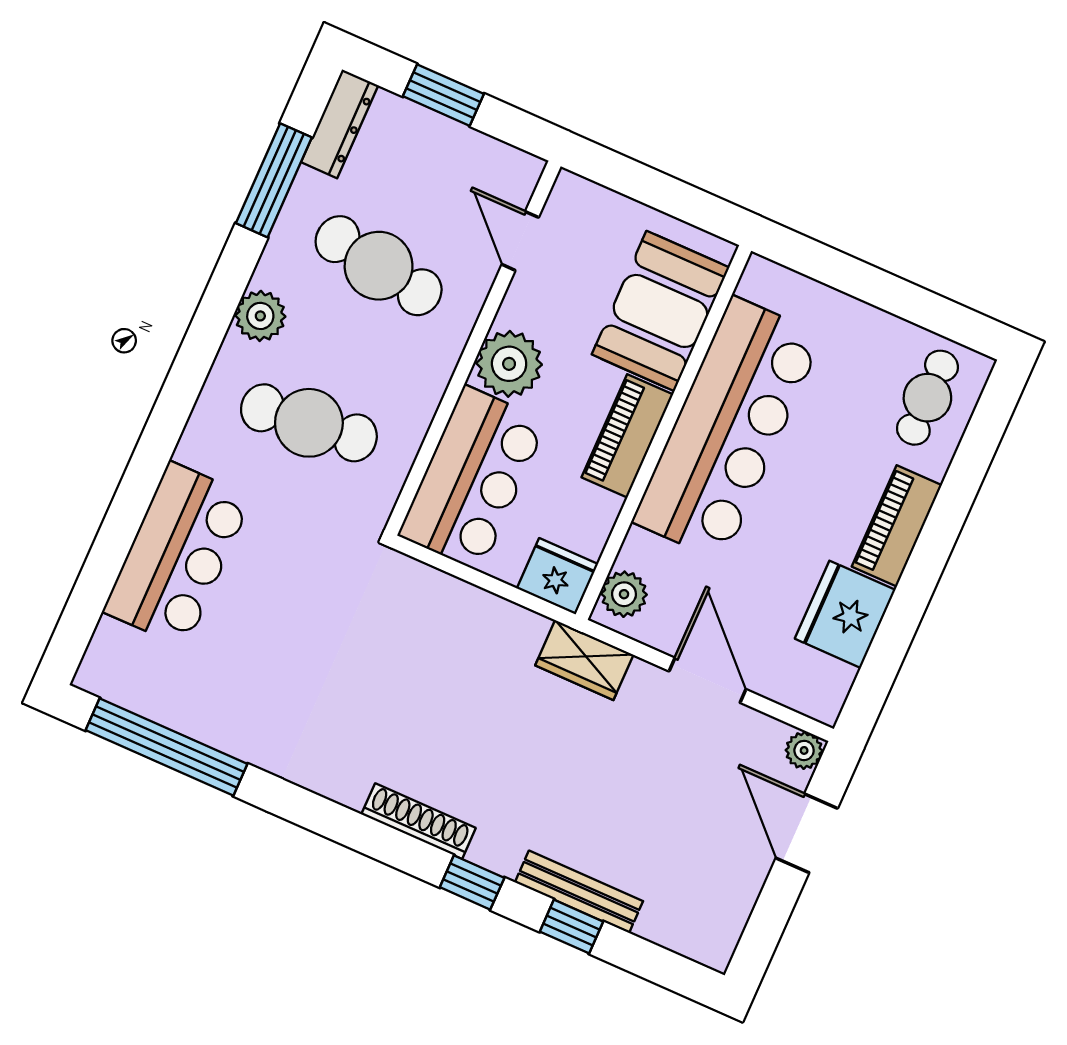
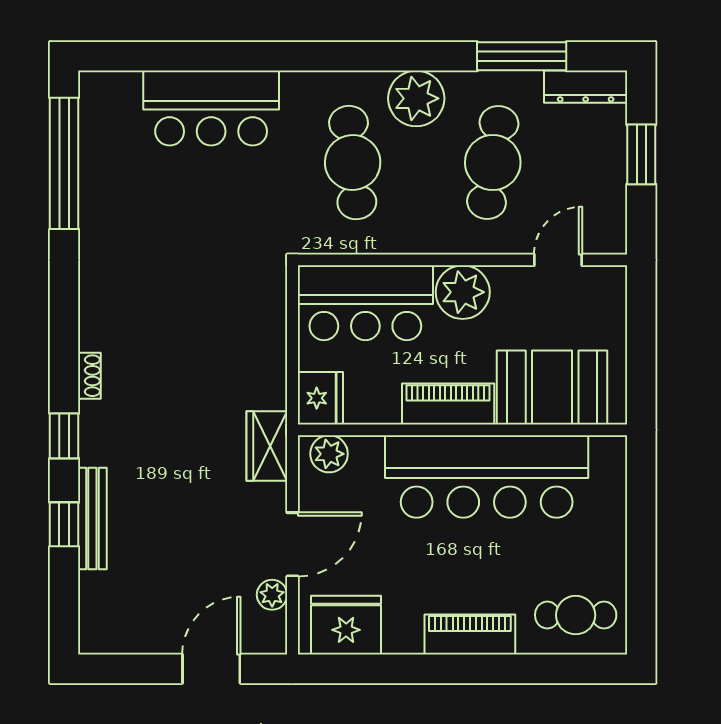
plant: (260, 316) -> (416, 98), width x1.36, depth x1.36
fridge: (845, 614) -> (346, 625), moved
plant: (804, 750) -> (272, 595), moved
shoe rack: (419, 821) -> (89, 376), width x0.51, depth x0.81

